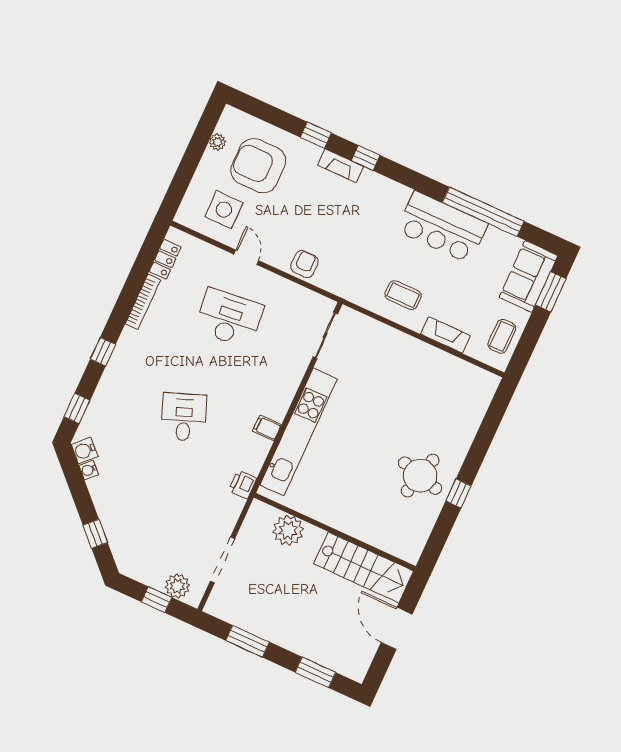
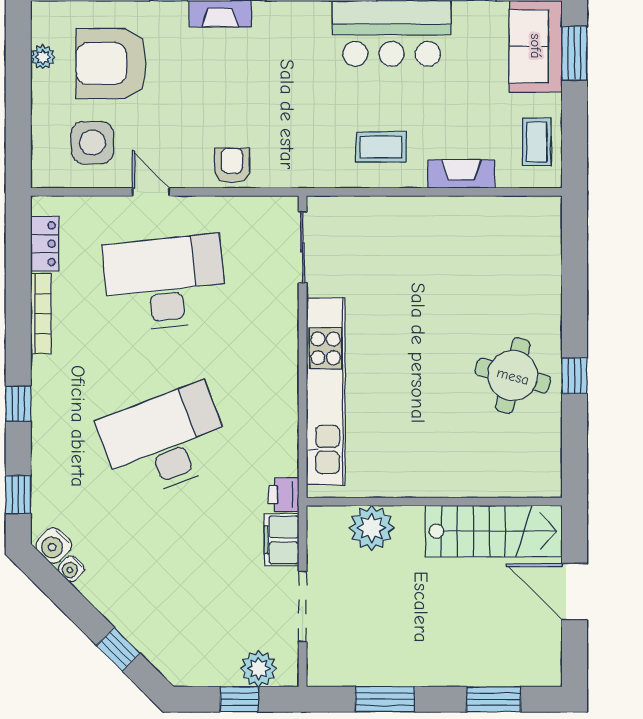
desk: (229, 318) -> (165, 283), width x1.36, depth x1.30
desk: (184, 417) -> (165, 441), width x1.87, depth x1.30
filing cabinet: (267, 428) -> (281, 540), moved, width x2.00

